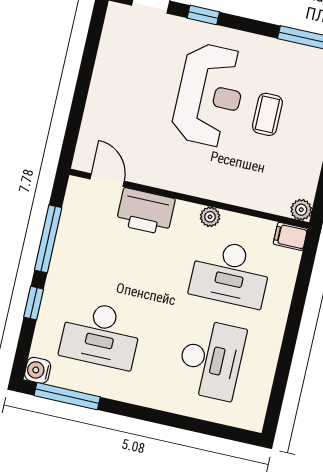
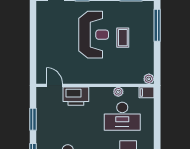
plant: (210, 217) -> (118, 92), moved
window: (48, 239) -> (33, 119), width x0.69

